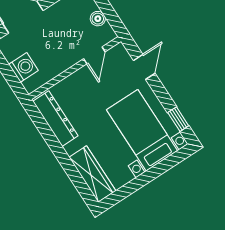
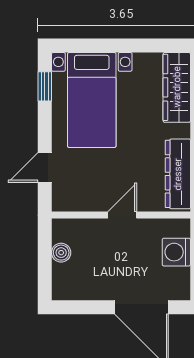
door: (94, 55) -> (122, 215), moved

